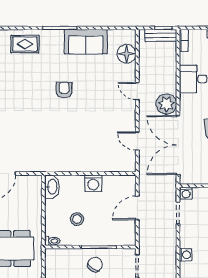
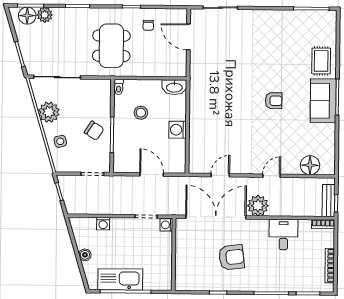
sofa: (86, 42) -> (323, 101), moved

